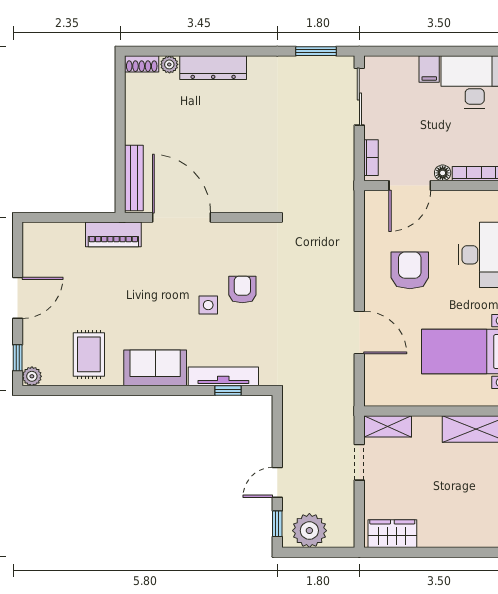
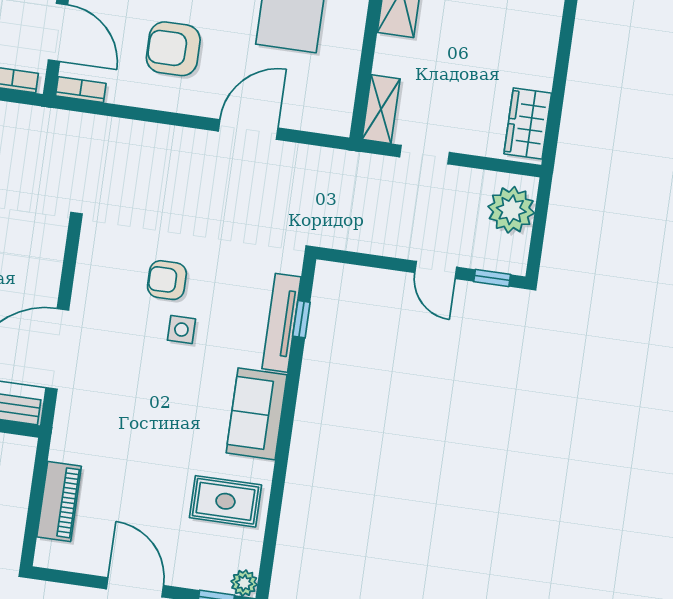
bookcase: (371, 208) -> (81, 90), added
piano: (113, 234) -> (59, 502), moved
plant: (309, 531) -> (511, 210), moved

